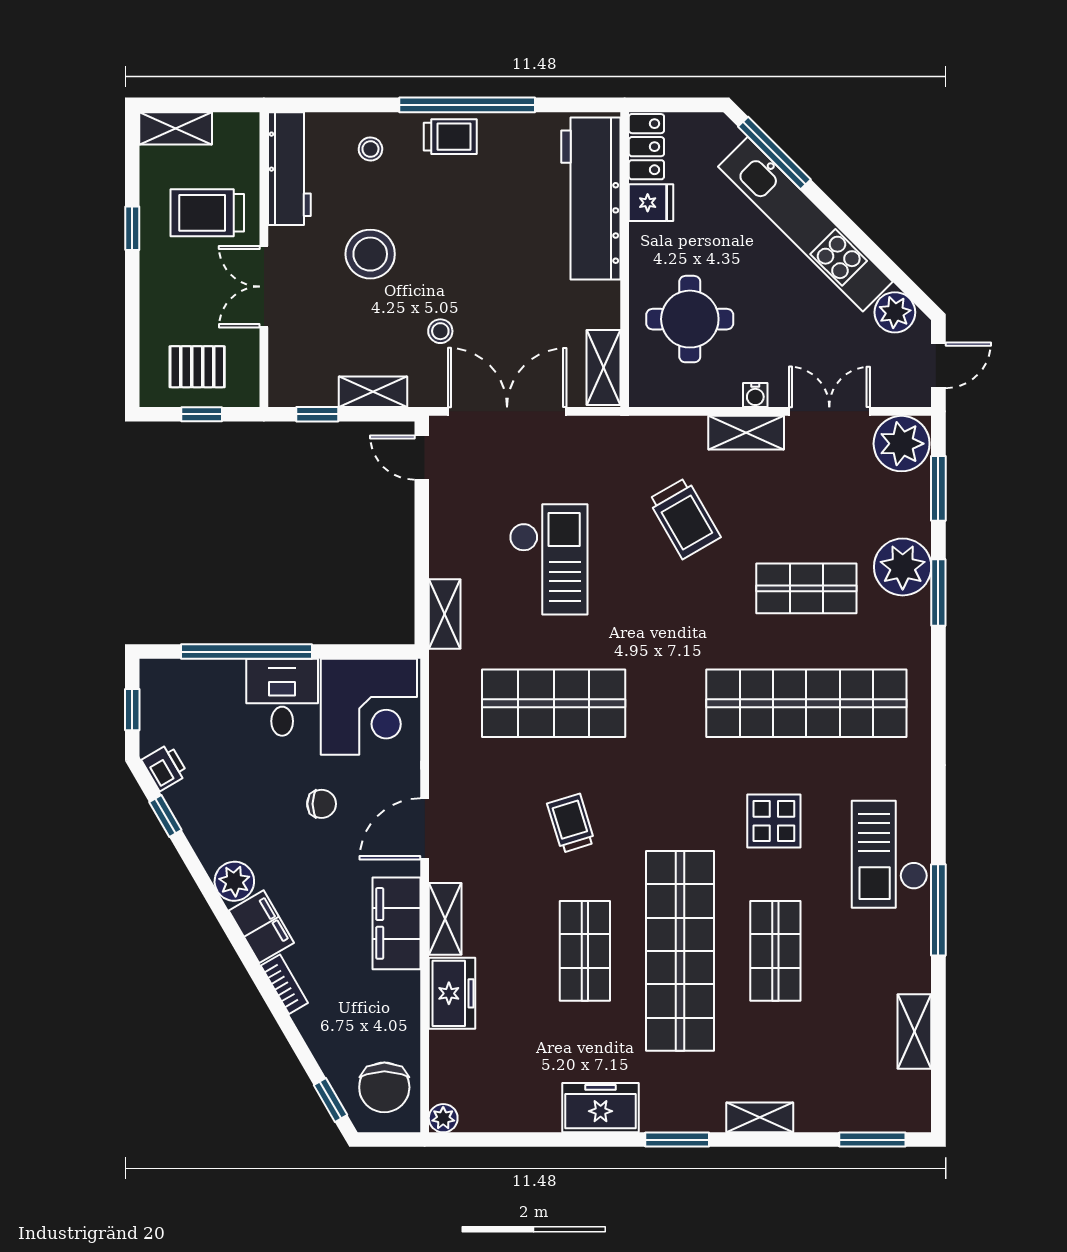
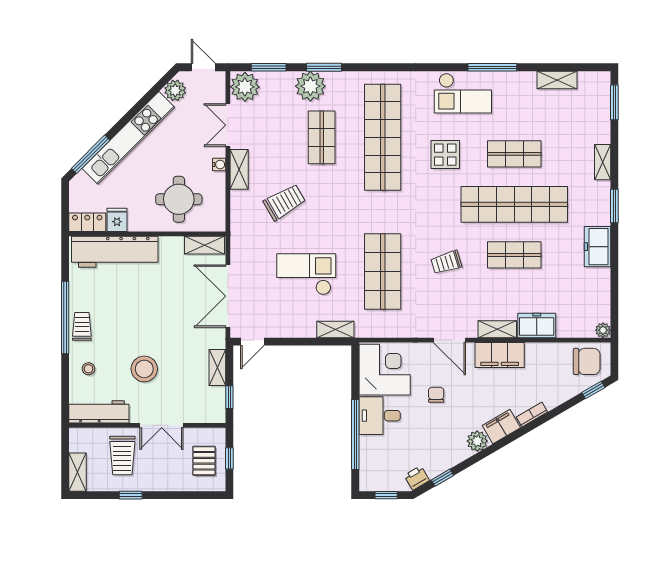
stool: (440, 331) -> (185, 332), removed

